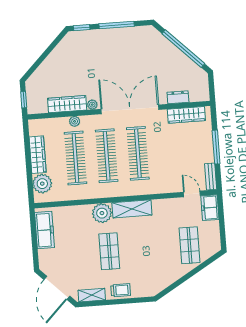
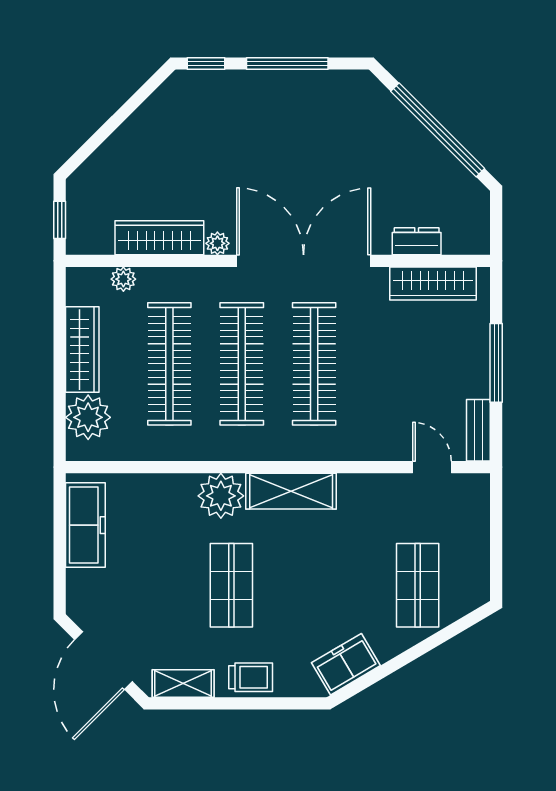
plant: (75, 121) -> (123, 279), moved
freezer: (210, 208) -> (346, 664), moved, turned 59

